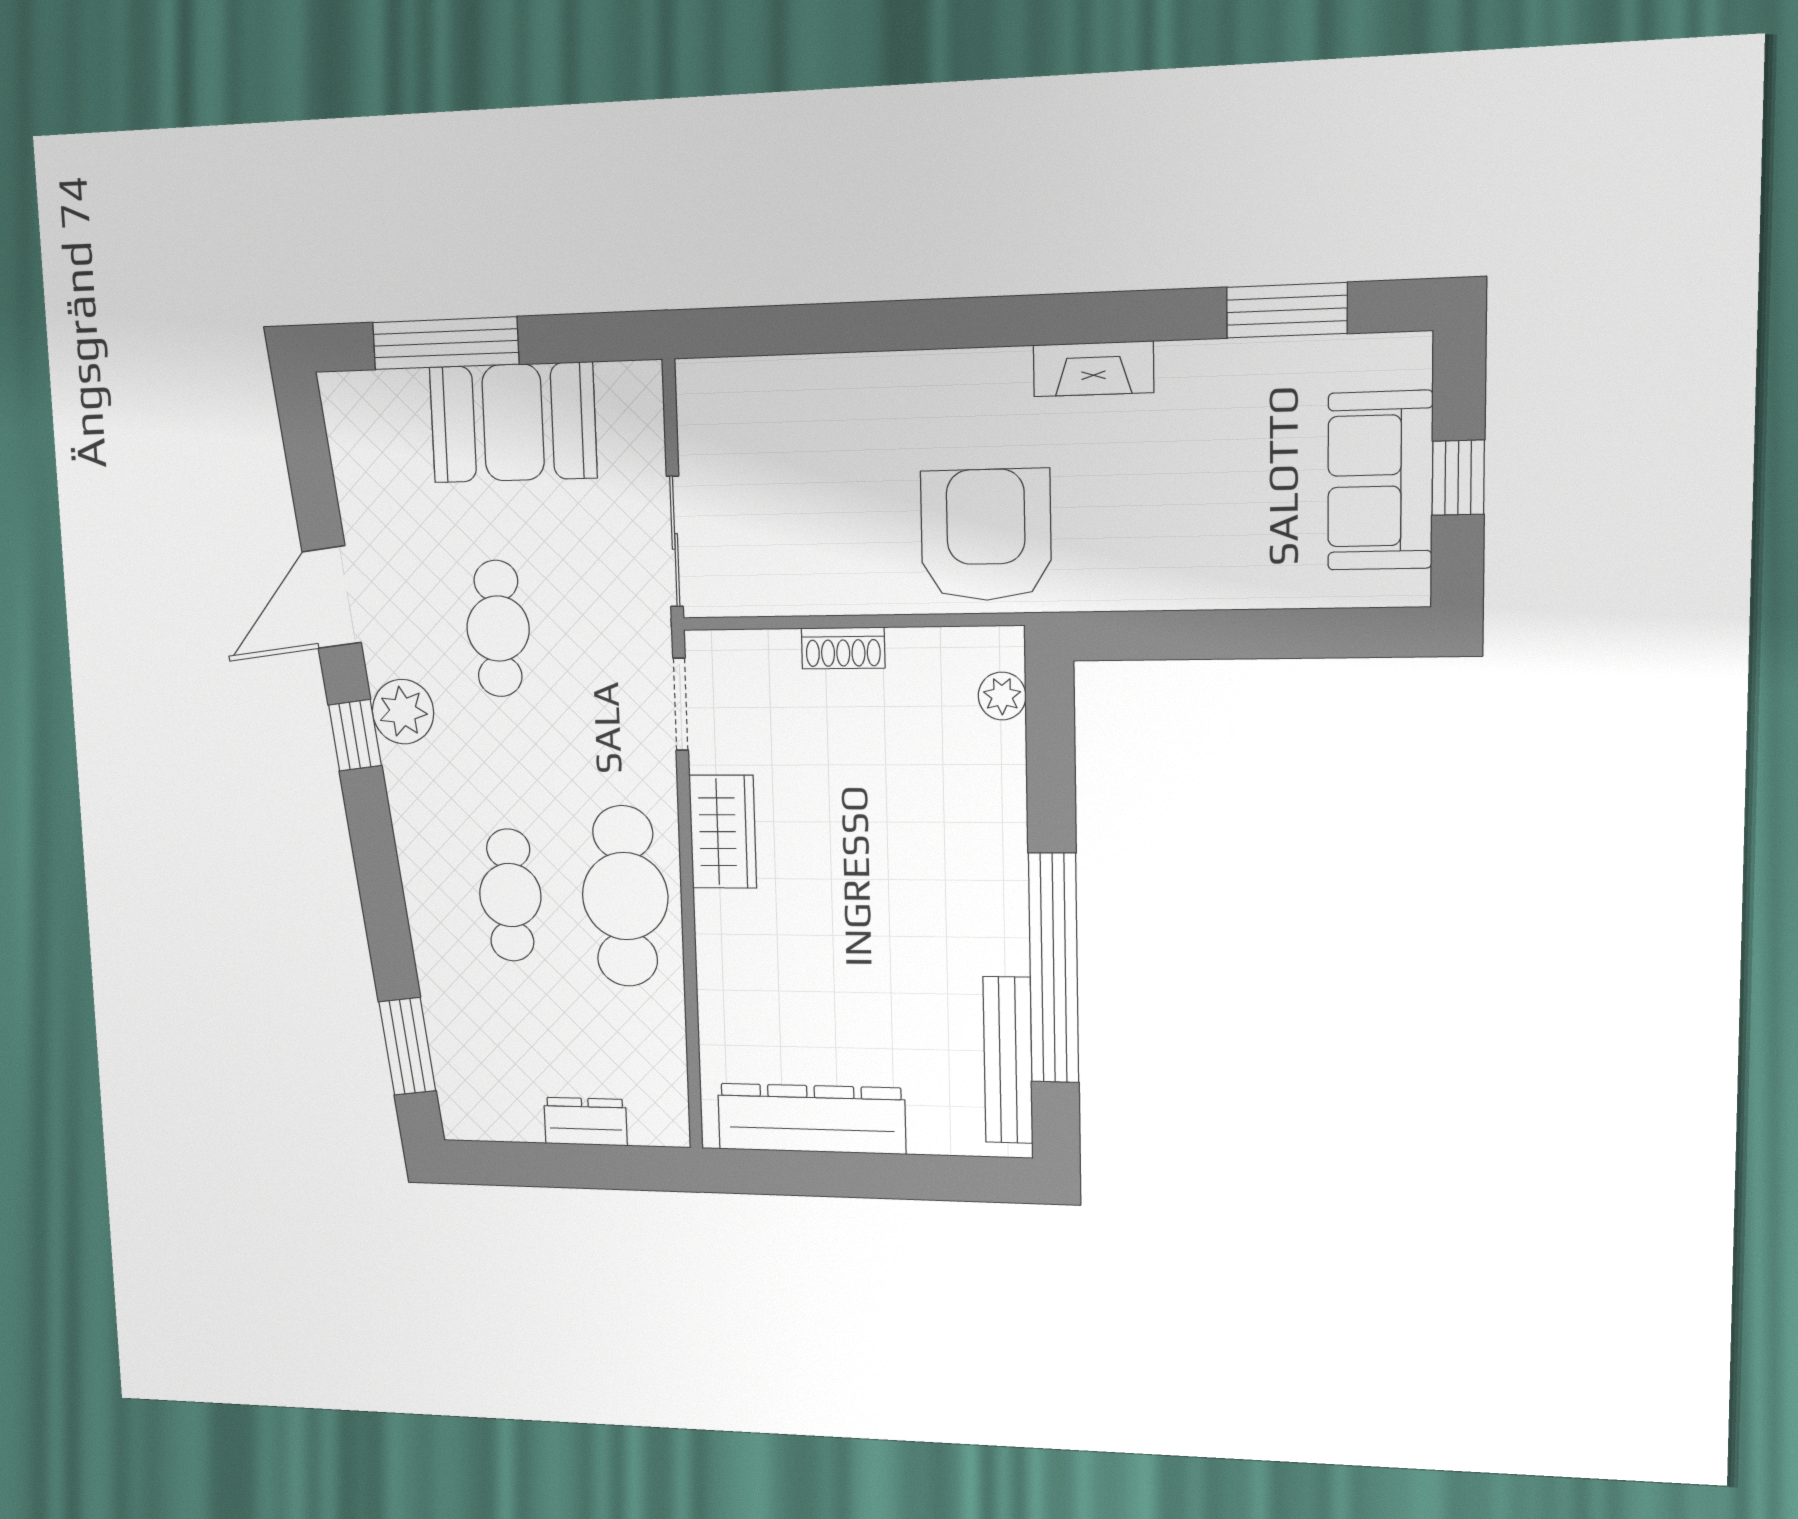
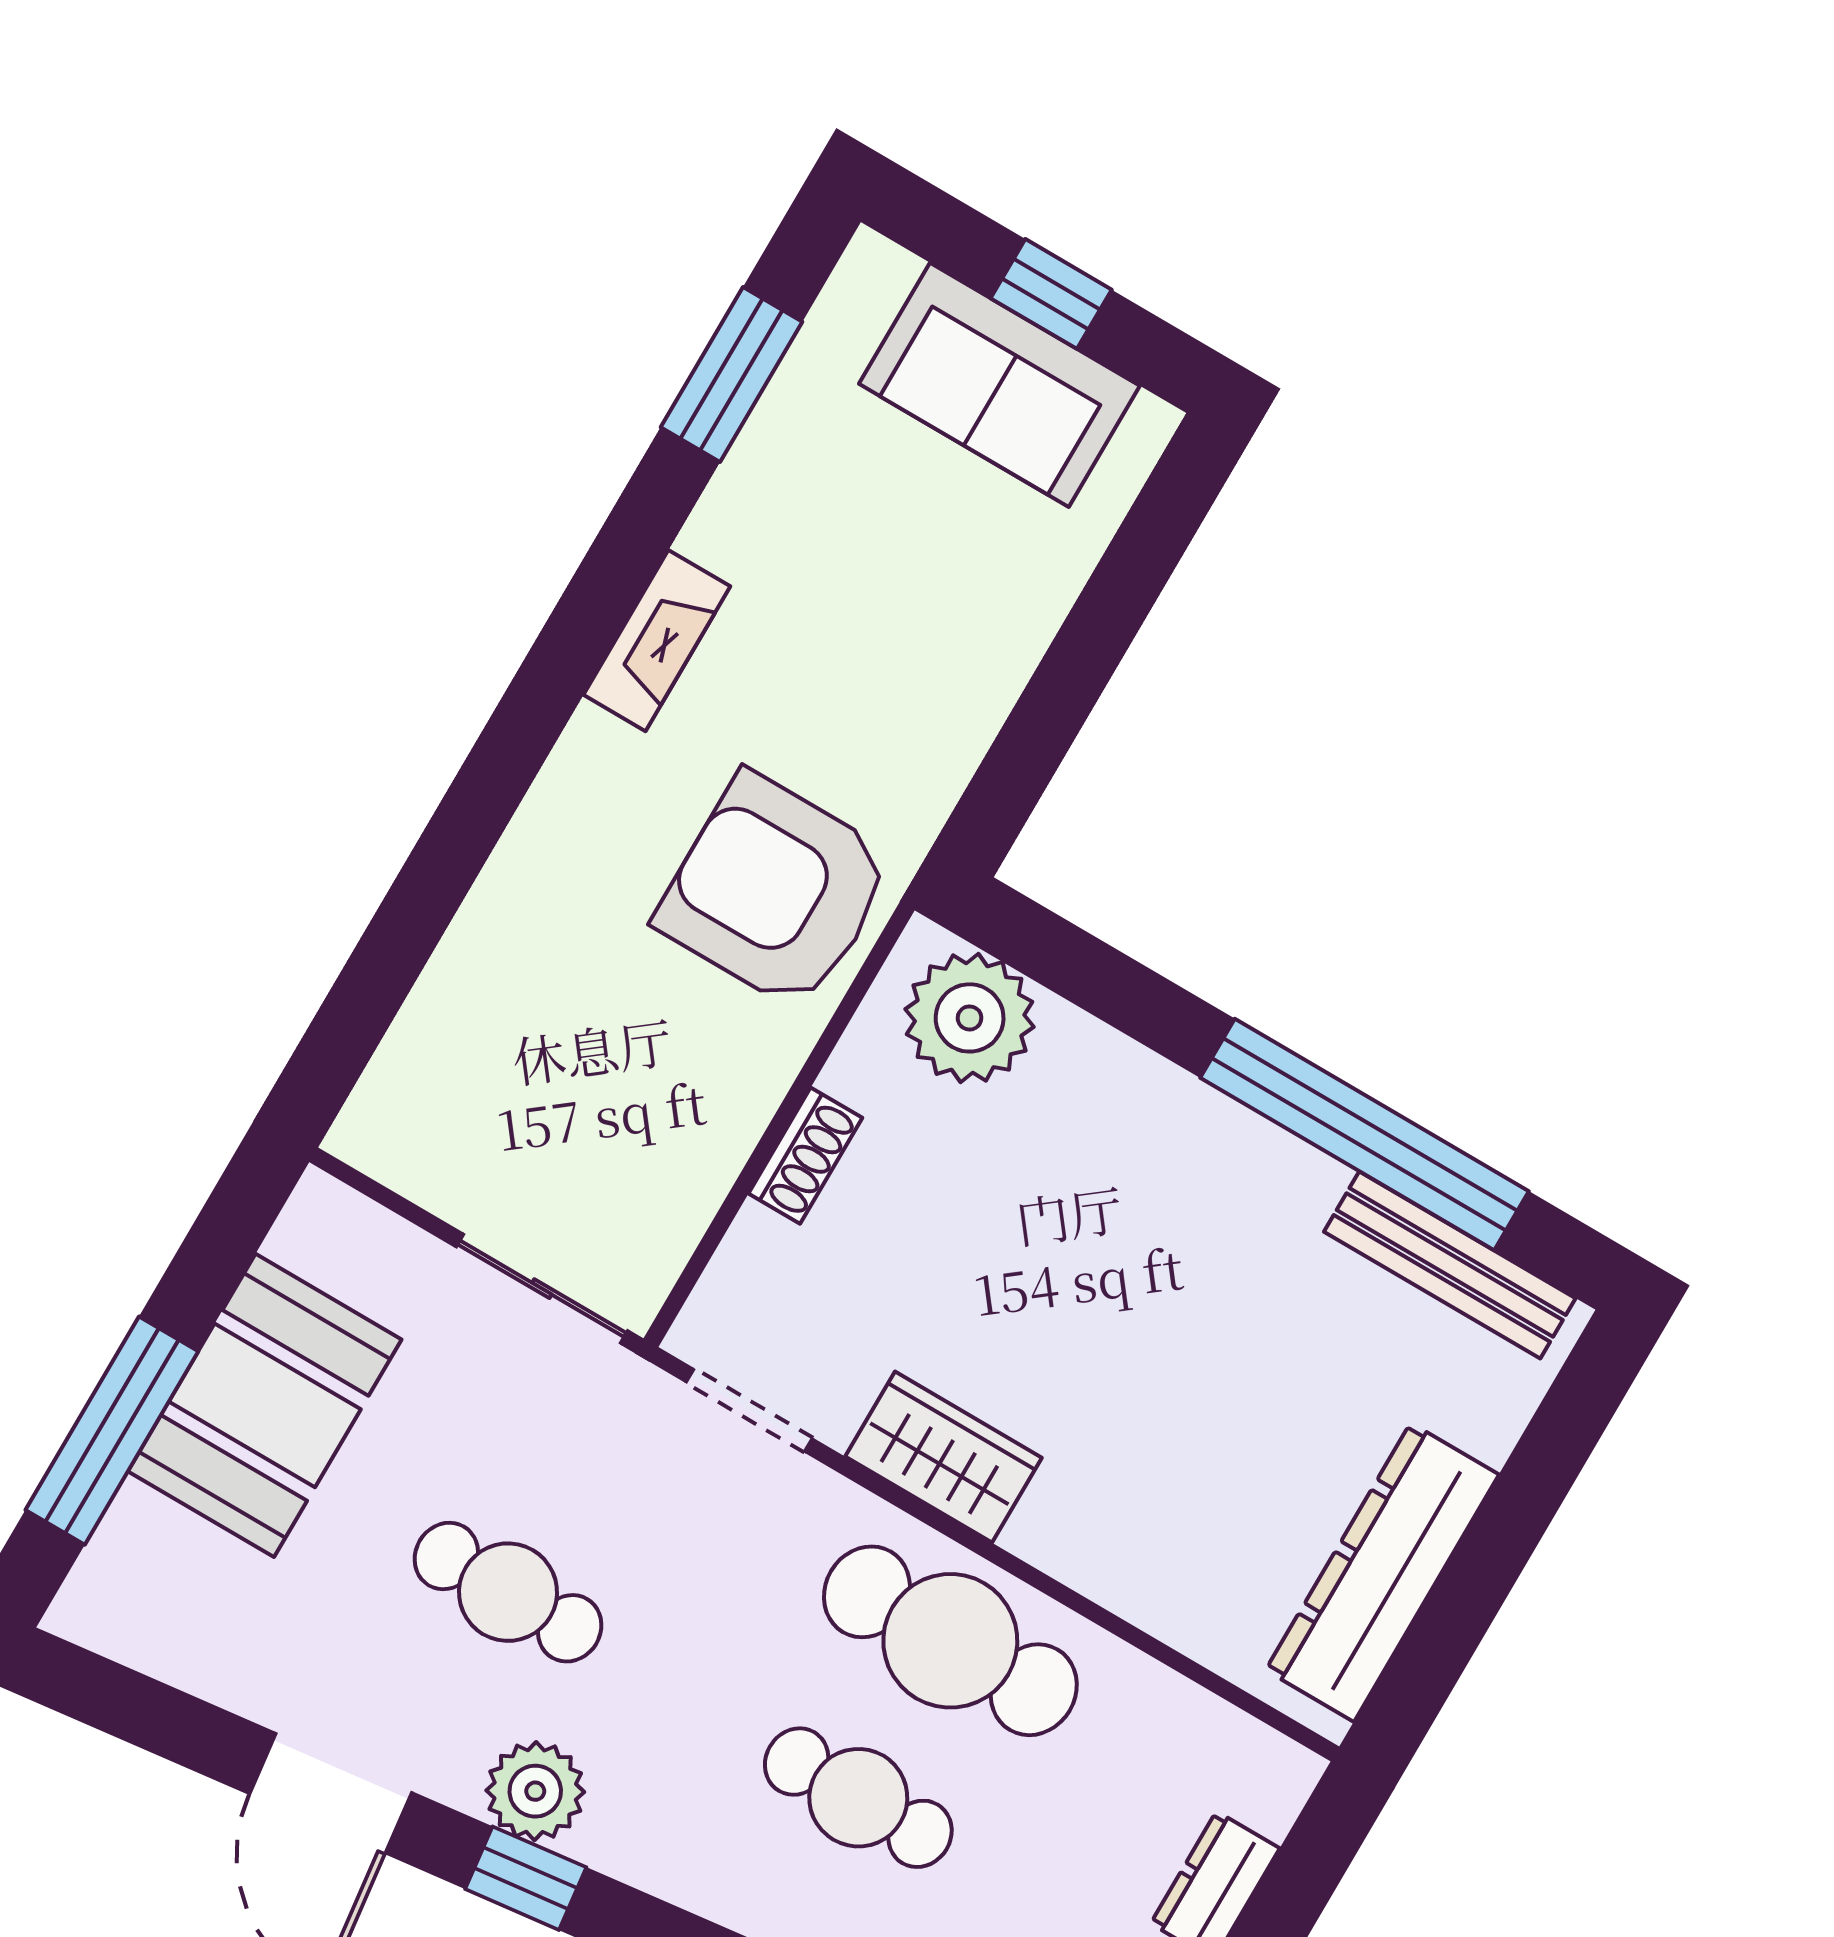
plant: (1002, 696) -> (970, 1018), width x1.88, depth x1.88

